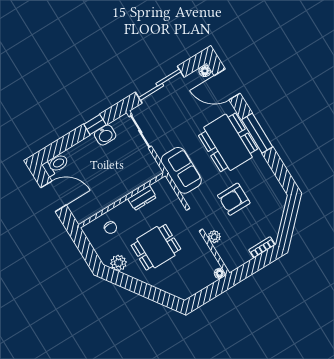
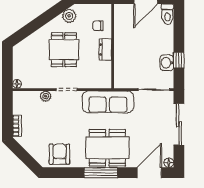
sofa: (181, 170) -> (108, 102), width x1.36
dresser: (142, 198) -> (105, 50), moved
armchair: (234, 199) -> (59, 154), moved

